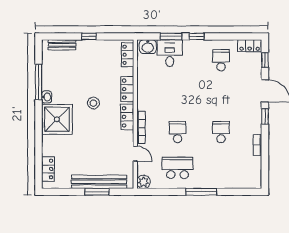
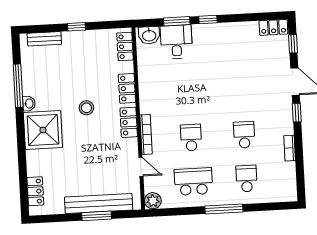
school desk: (221, 60) -> (247, 179), moved

